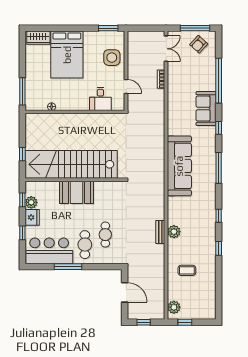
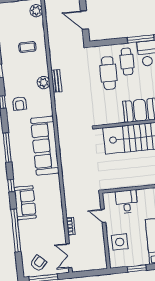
window: (108, 28) -> (137, 268), moved
armchair: (201, 212) -> (20, 103), added
cafe table: (105, 235) -> (109, 73), width x1.37, depth x1.35

